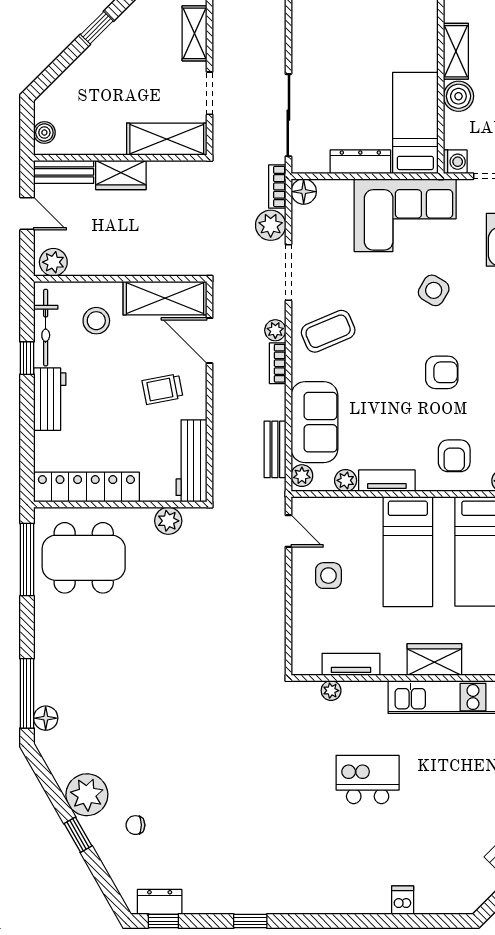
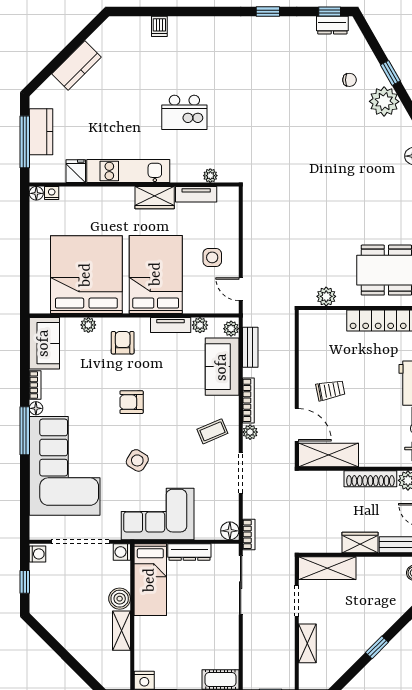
plant: (271, 225) -> (253, 507), removed
shoe rack: (106, 265) -> (370, 479), added
stool: (96, 321) -> (377, 439), removed
coffee table: (328, 331) -> (212, 431), width x0.73, depth x0.77
bookcase: (278, 363) -> (248, 400), width x1.56
workbench: (192, 461) -> (310, 339), removed
bed: (408, 552) -> (156, 274), width x1.50
wardrobe: (434, 660) -> (155, 198), moved

